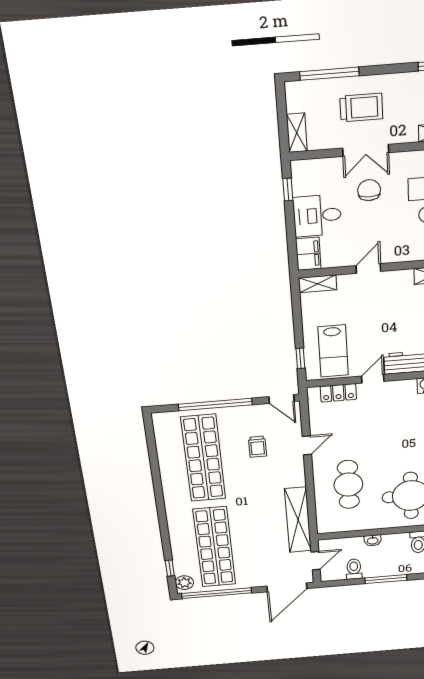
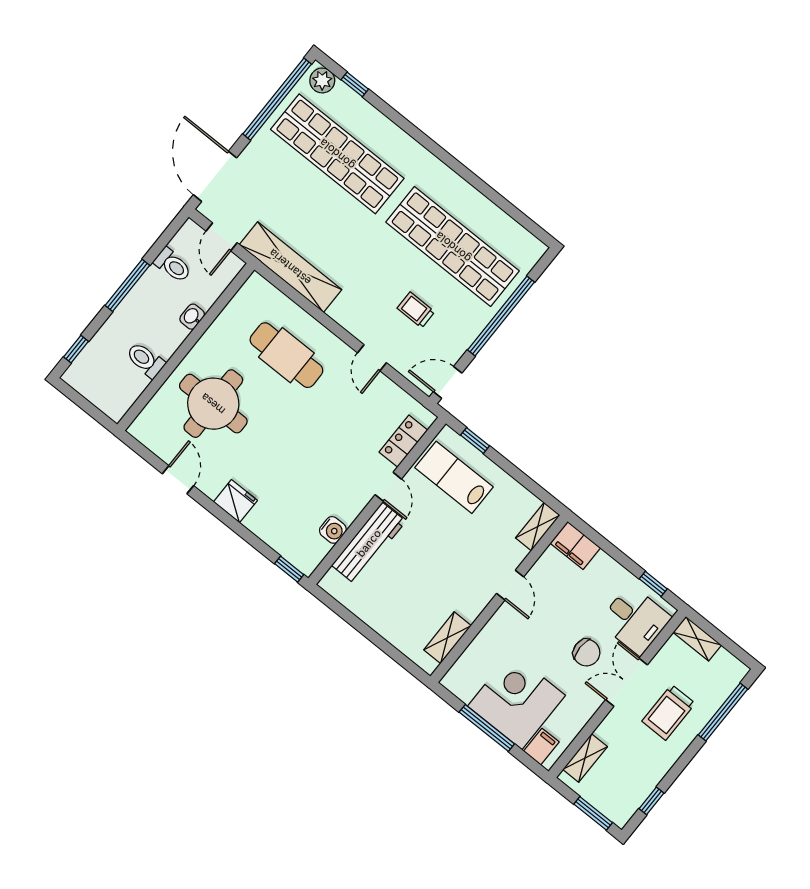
desk: (317, 216) -> (635, 620), moved, turned 90

